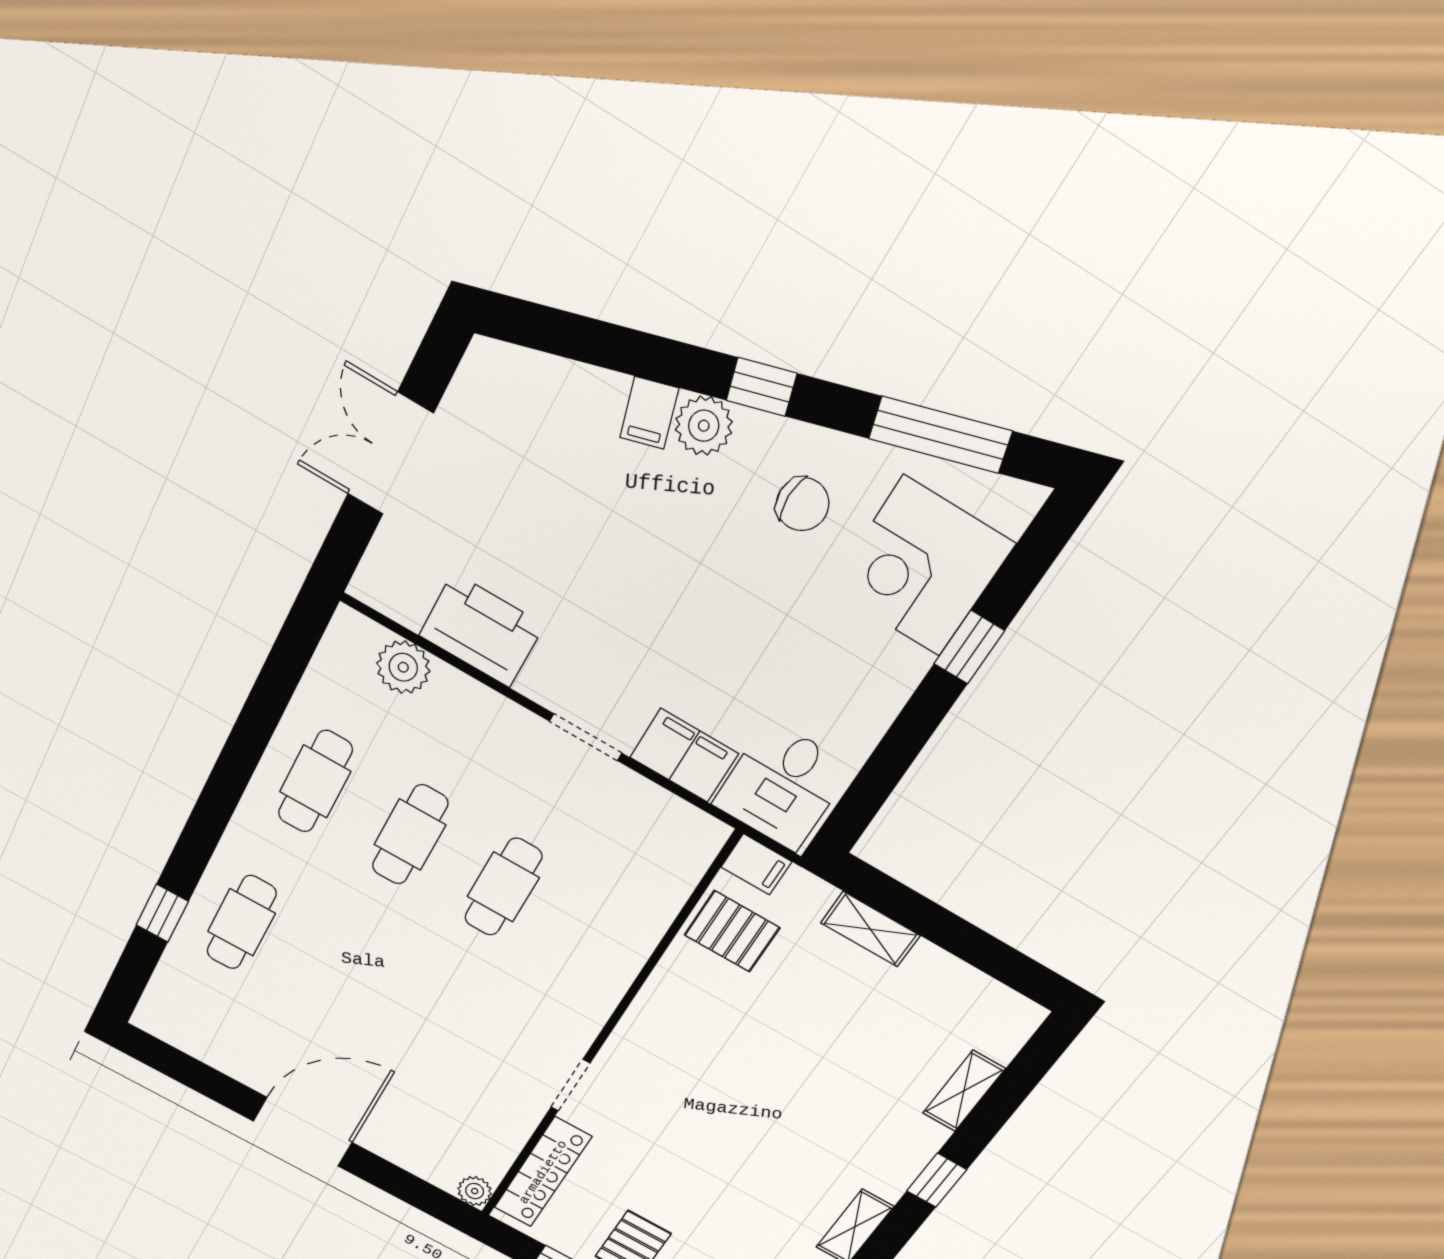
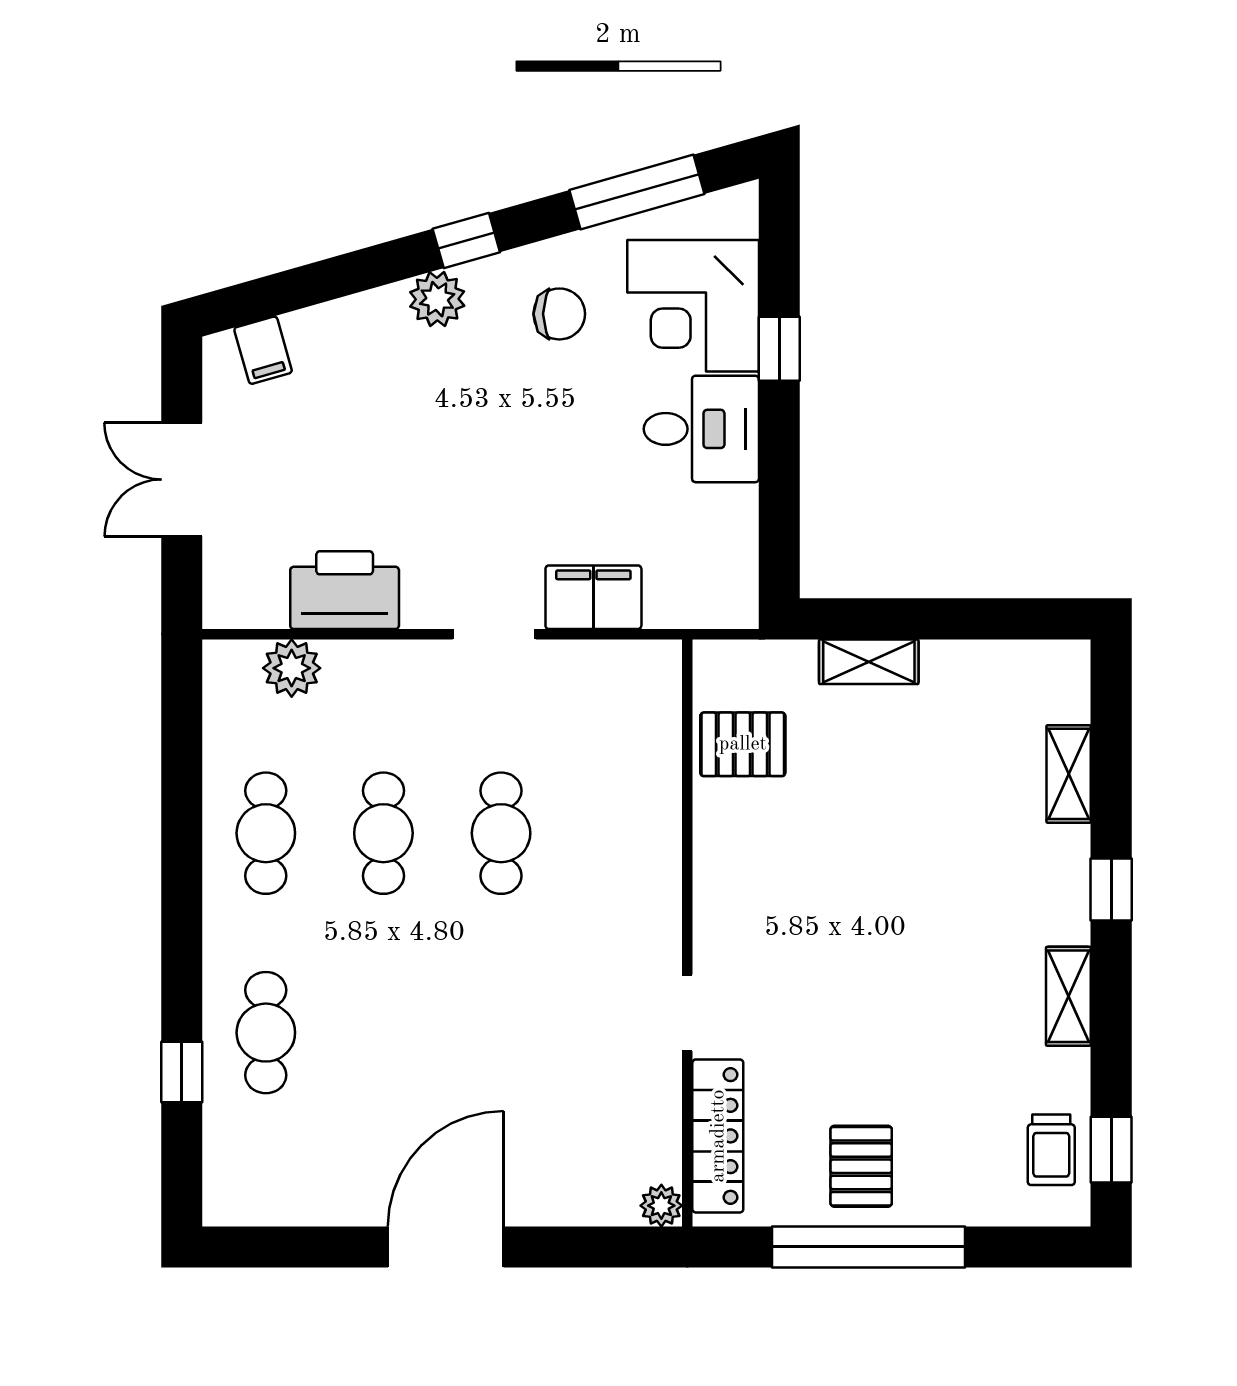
filing cabinet: (649, 413) -> (263, 350), moved
desk: (782, 786) -> (701, 429), moved, turned -90
filing cabinet: (756, 864) -> (723, 662), removed

